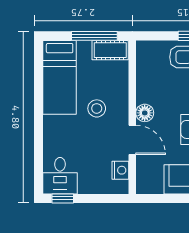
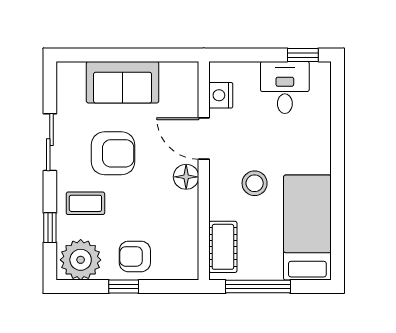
cot: (110, 50) -> (223, 247), moved, turned 90
desk: (60, 176) -> (285, 87), moved

